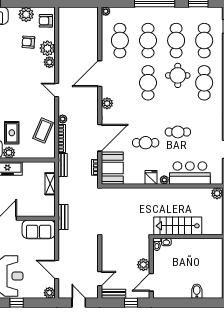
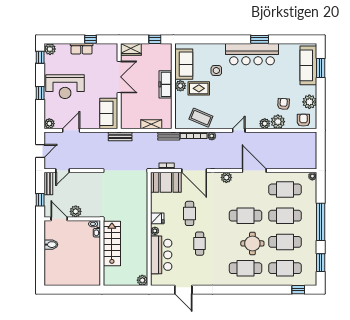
door: (100, 279) -> (63, 171), hinge flipped
bidet: (197, 291) -> (51, 245), moved

